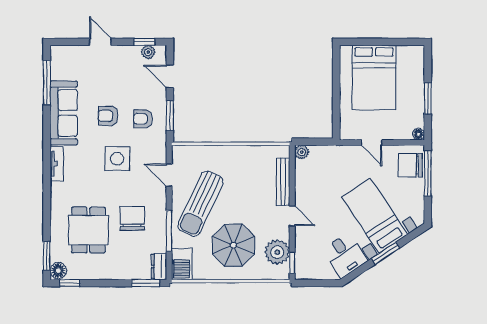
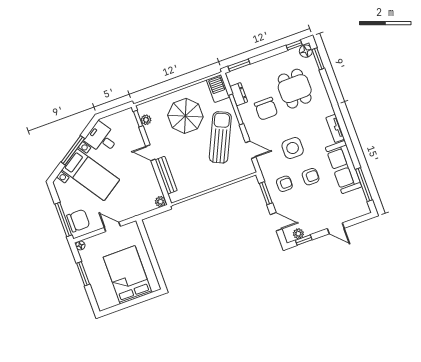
plant: (277, 252) -> (146, 120), width x0.53, depth x0.53
window: (386, 253) -> (73, 150), width x1.44
dresser: (159, 266) -> (239, 94), moved

